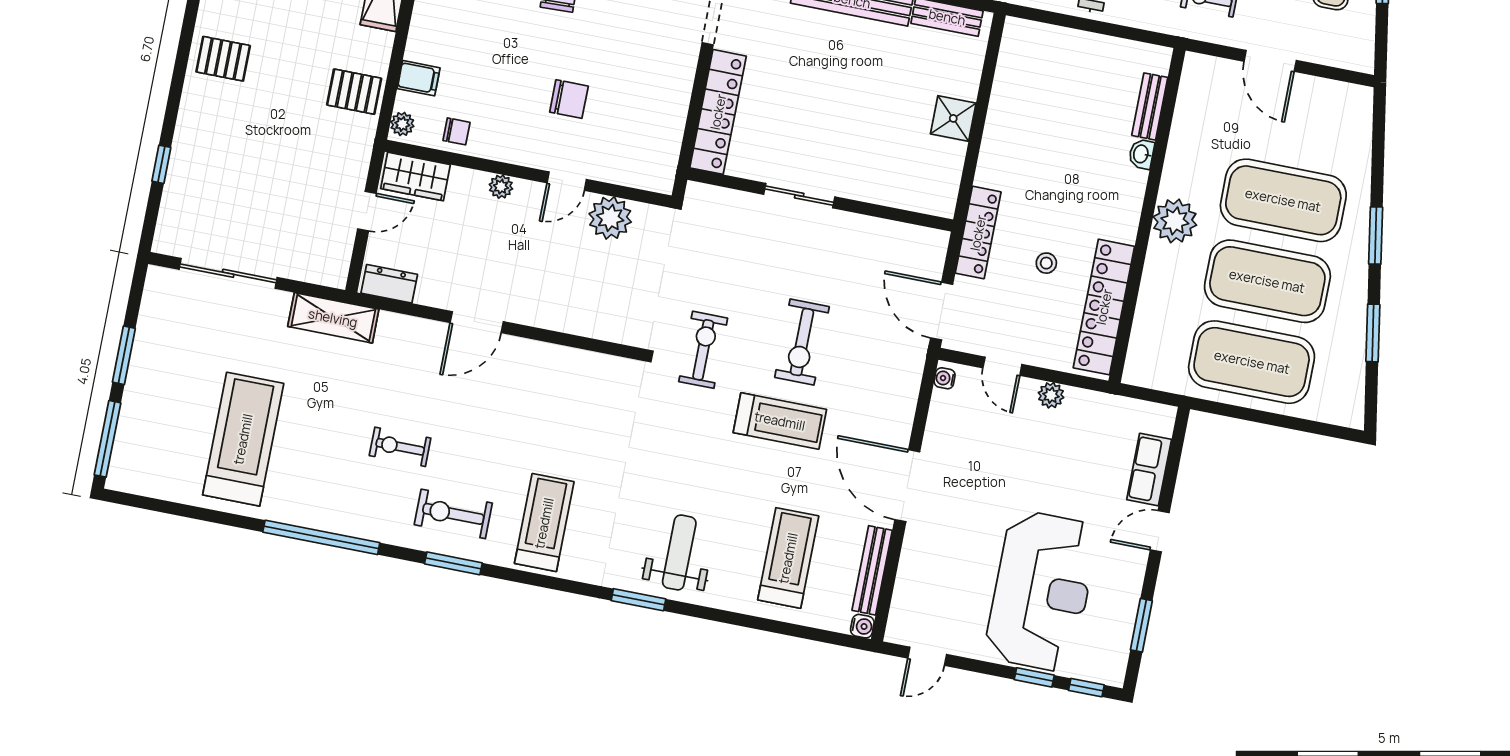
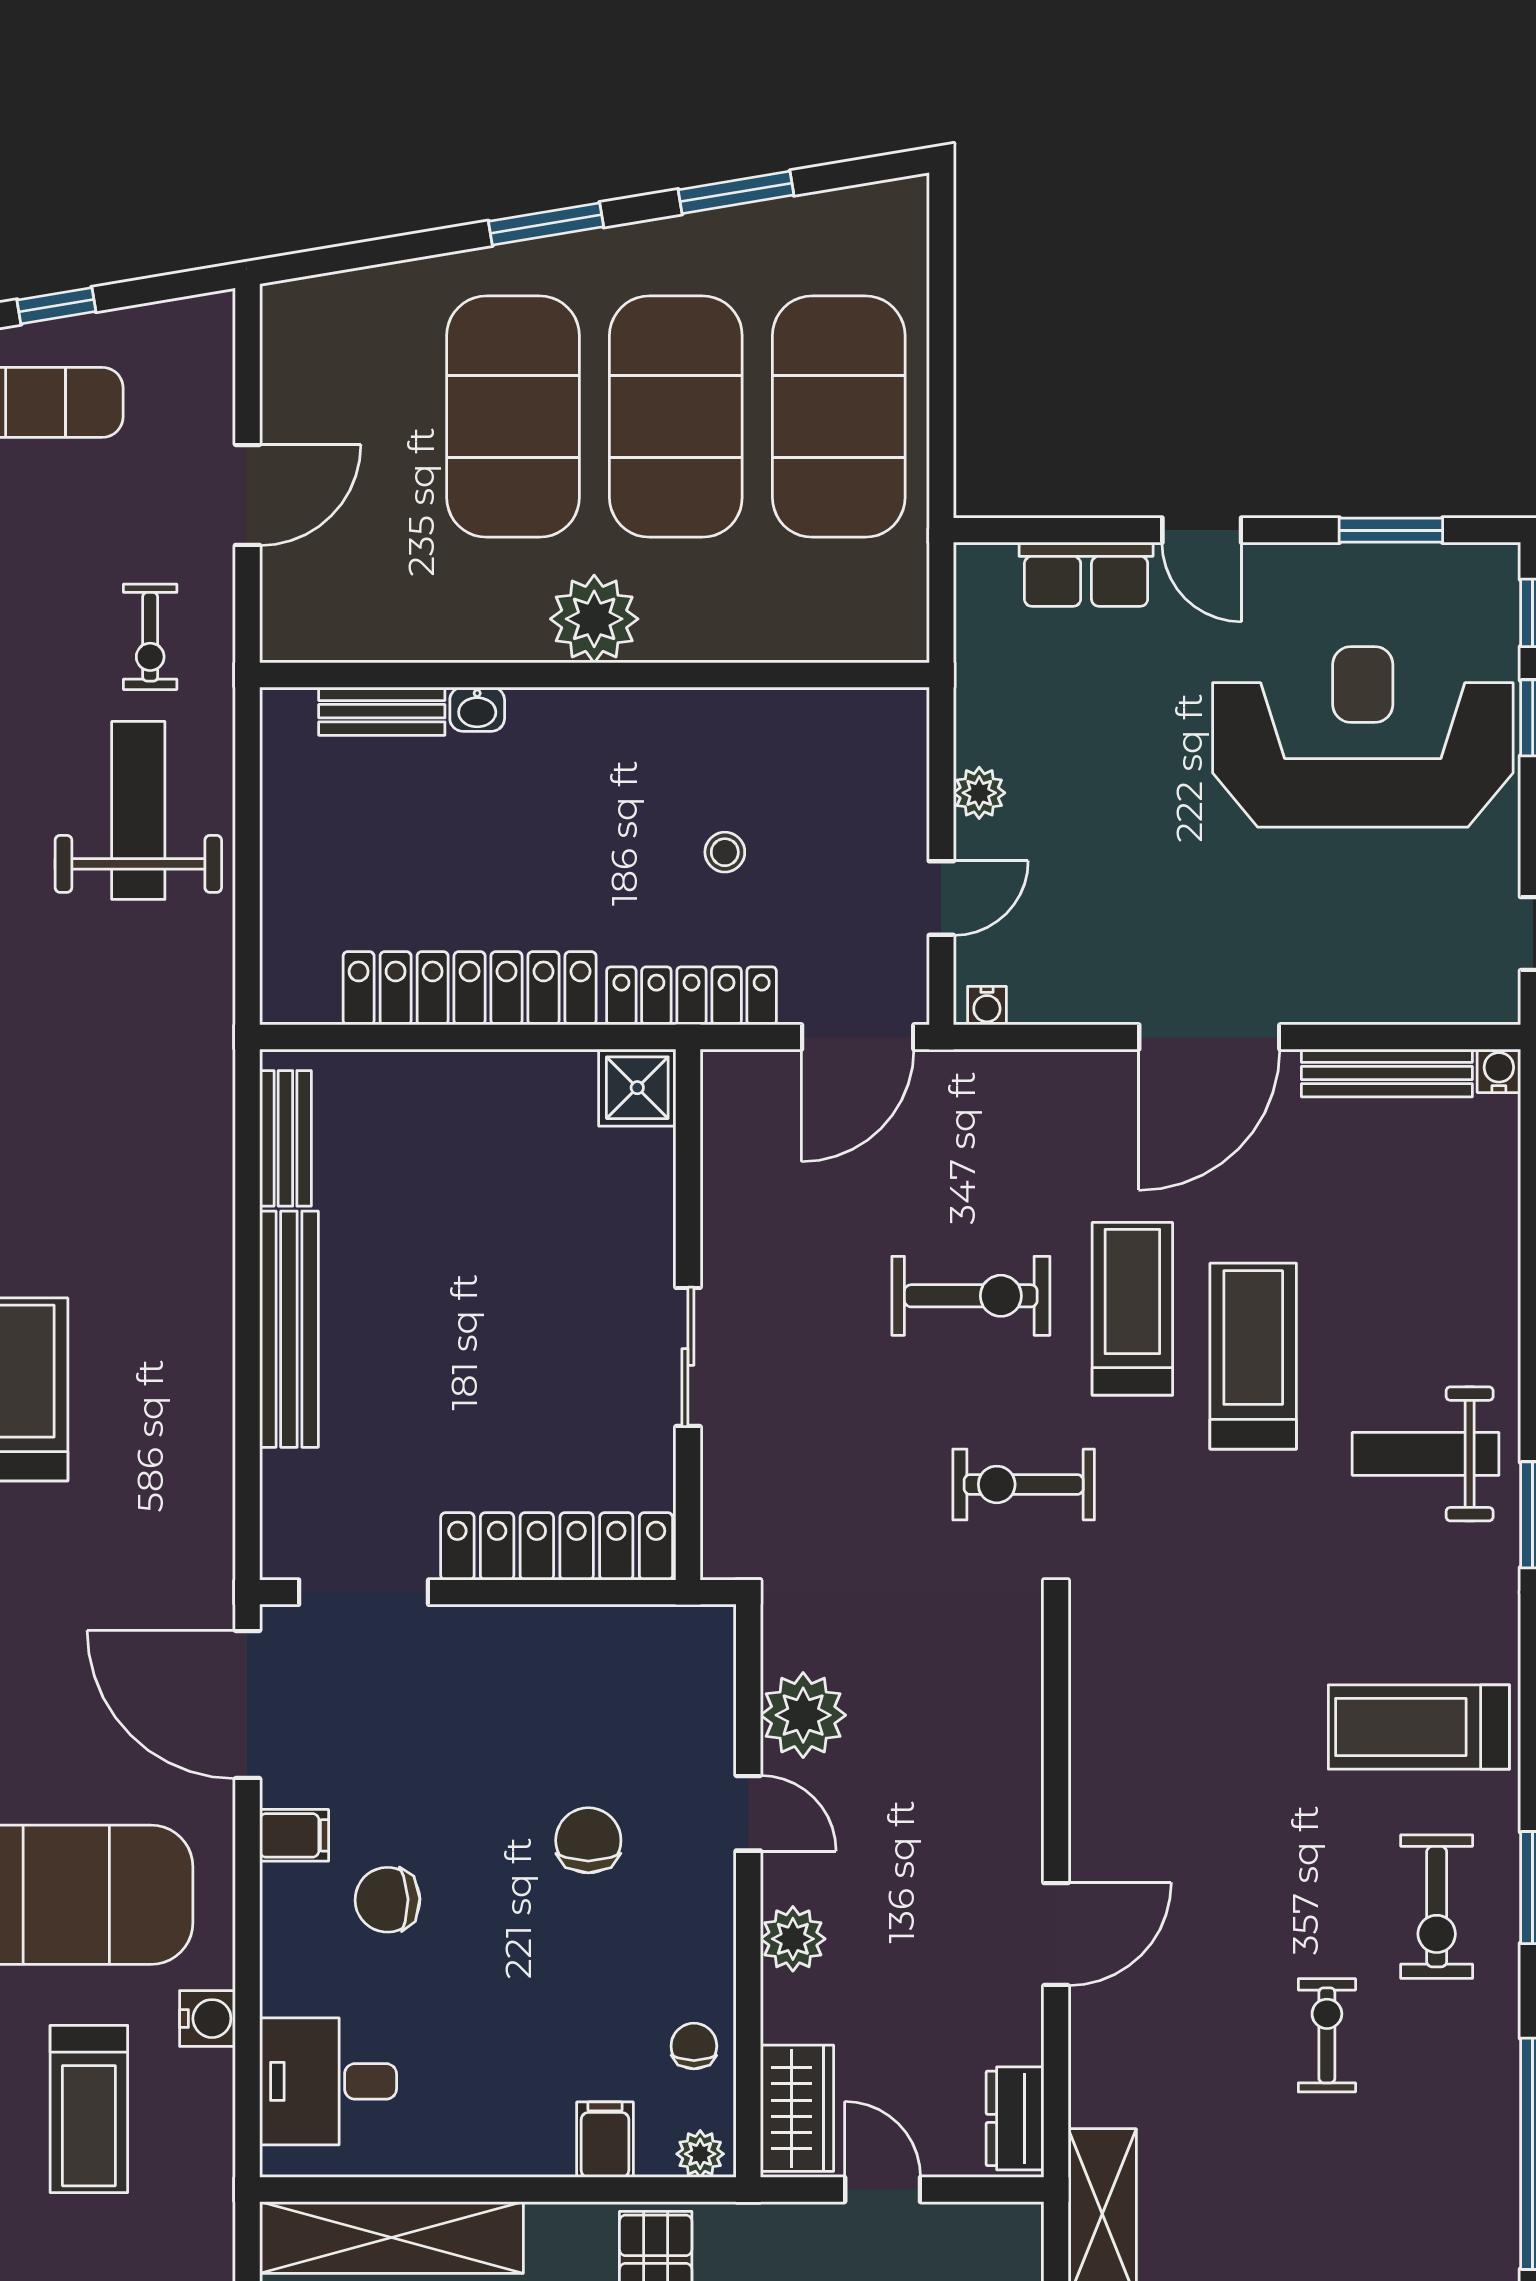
shower: (953, 118) -> (637, 1088), moved
plant: (501, 187) -> (793, 1939), width x1.38, depth x1.38
locker: (1104, 307) -> (470, 988), moved, turned 180
door: (477, 322) -> (1056, 1934), hinge flipped
exercise bike: (400, 447) -> (1327, 2035), turned 180
treadmill: (788, 558) -> (1253, 1356), moved, turned 90

